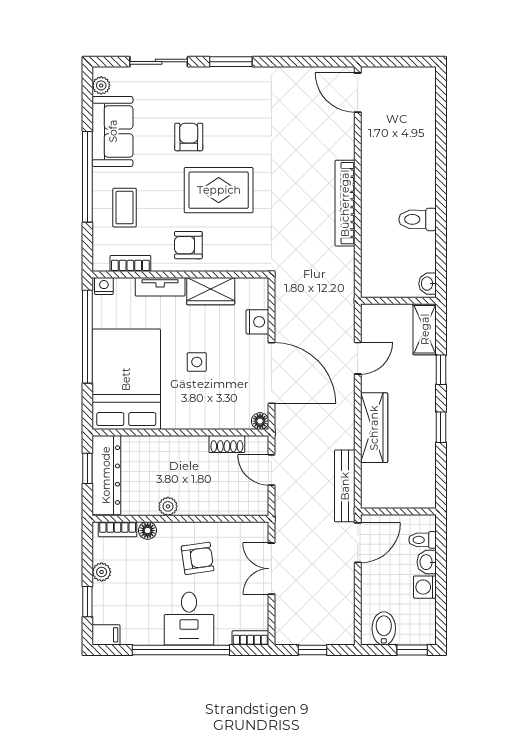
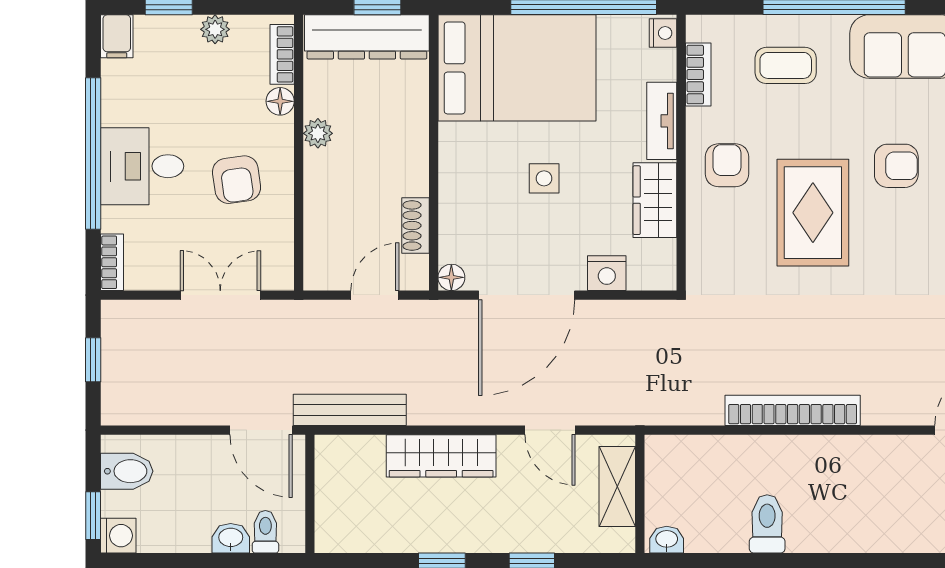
shelving: (425, 329) -> (617, 487), moved, turned 90
washing machine: (425, 587) -> (118, 536), moved, turned 90

